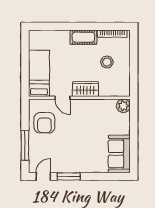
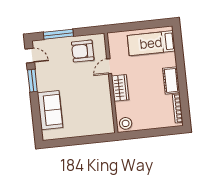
stool: (107, 62) -> (126, 123), moved
bed: (39, 73) -> (151, 43), moved, turned 180
plant: (123, 106) -> (108, 127), removed
sofa: (119, 154) -> (50, 110), moved, turned 90

